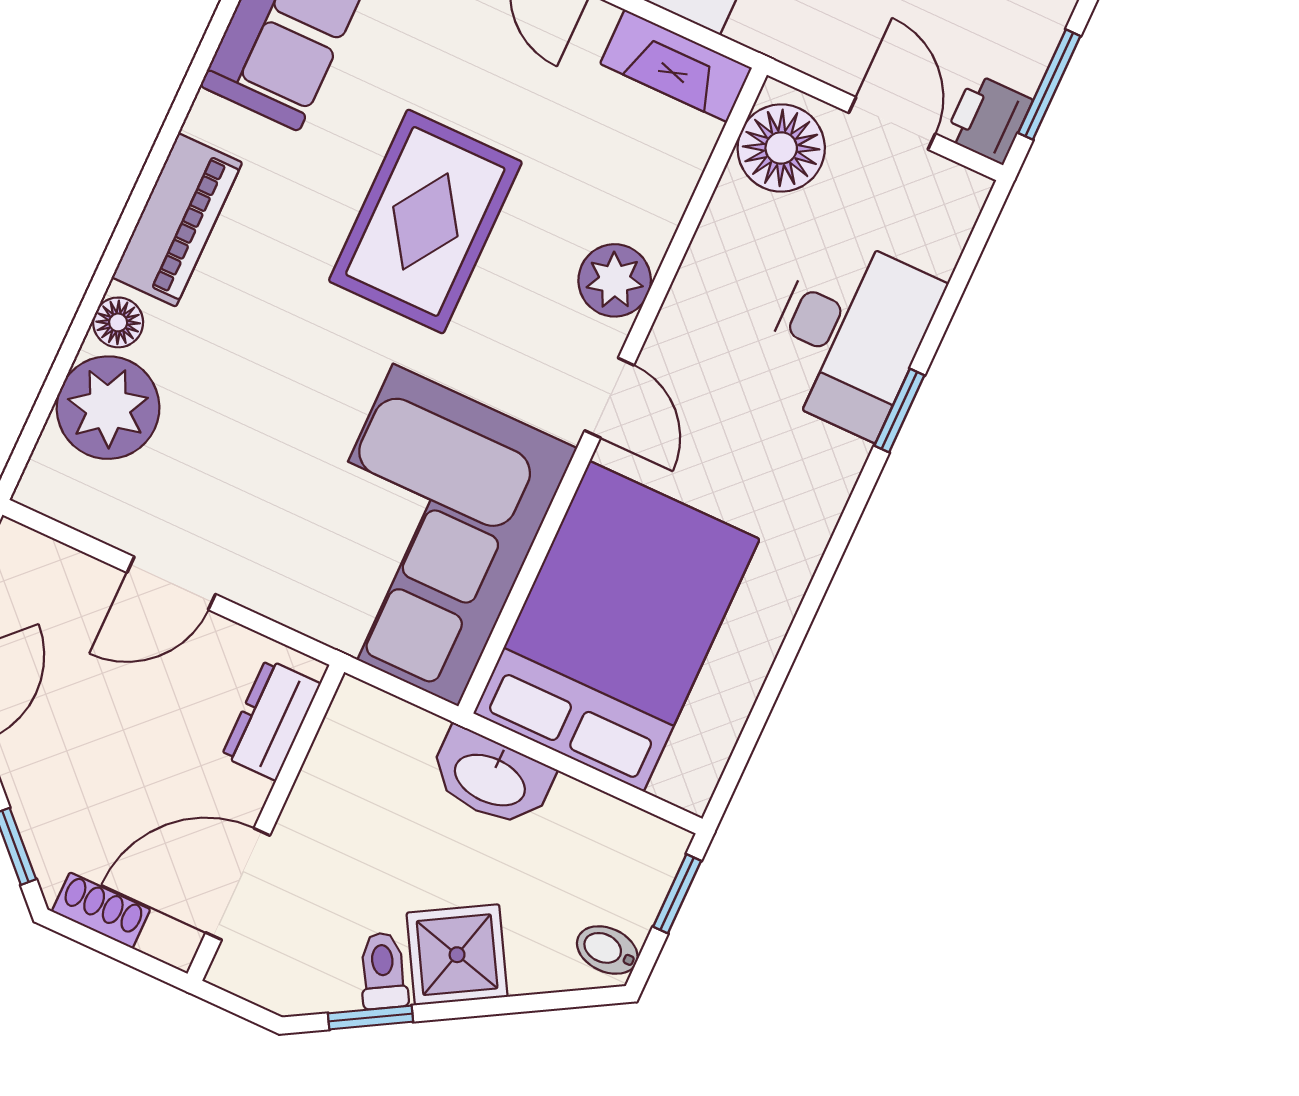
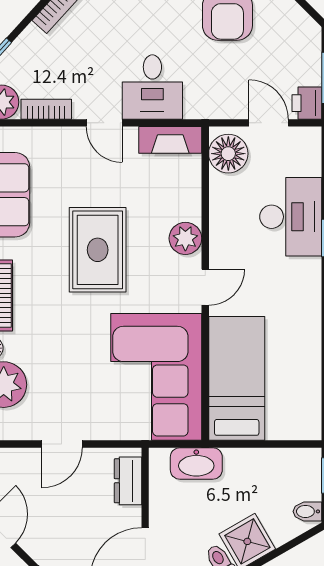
door: (609, 398) -> (205, 287), hinge flipped
bed: (616, 626) -> (237, 378), width x0.67
washbasin: (491, 778) -> (196, 463), moved

